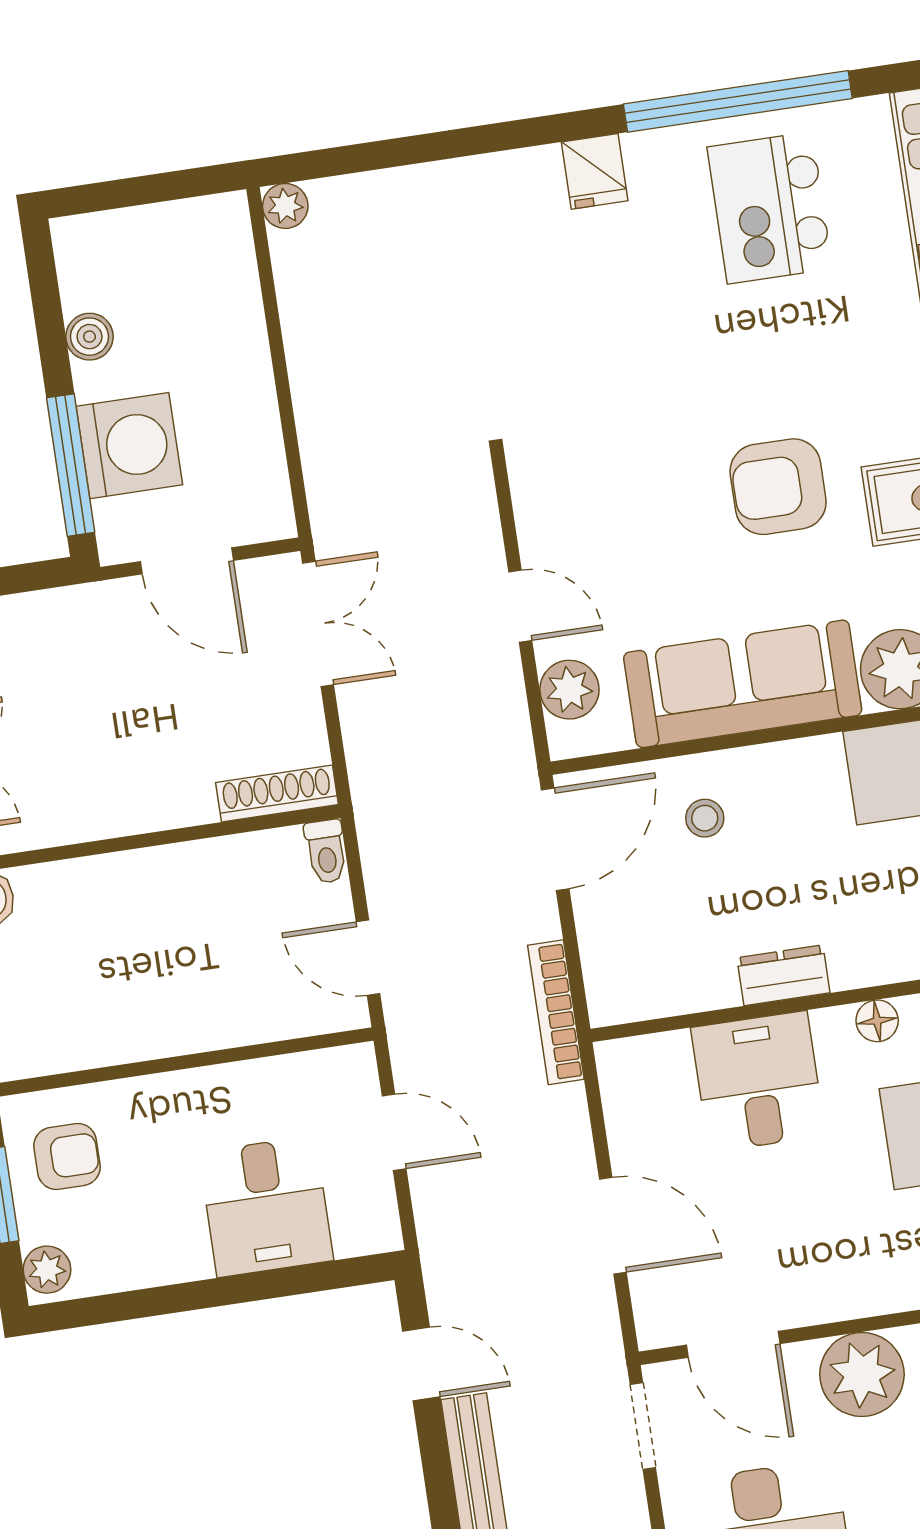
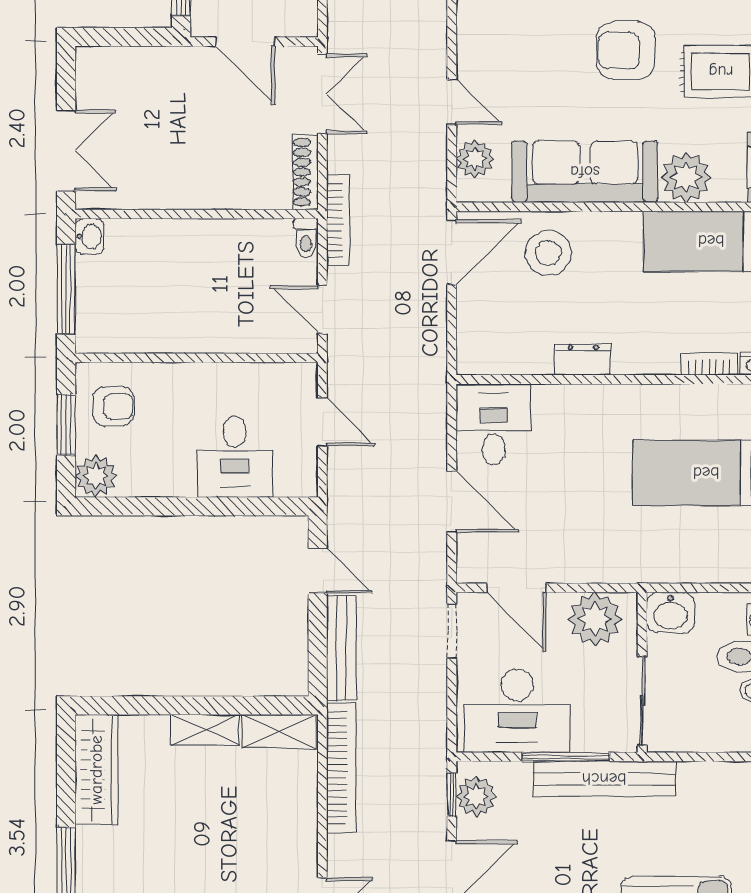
shoe rack: (277, 794) -> (305, 172), moved, turned -90
stool: (705, 818) -> (548, 253), width x1.89, depth x1.89
bookcase: (556, 1012) -> (338, 221), moved, turned 180
floor lamp: (877, 1021) -> (638, 397), removed
desk: (758, 1082) -> (494, 424), moved
plant: (47, 1270) -> (96, 476), width x1.38, depth x1.38

